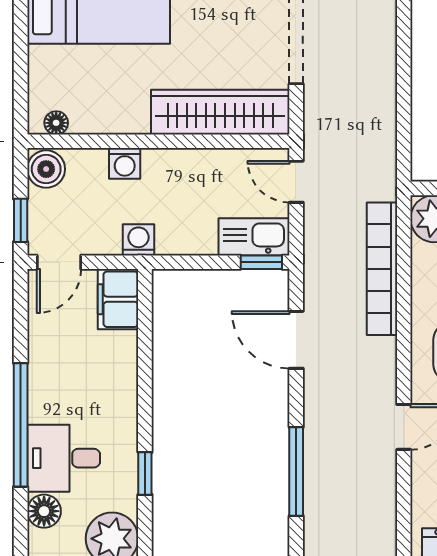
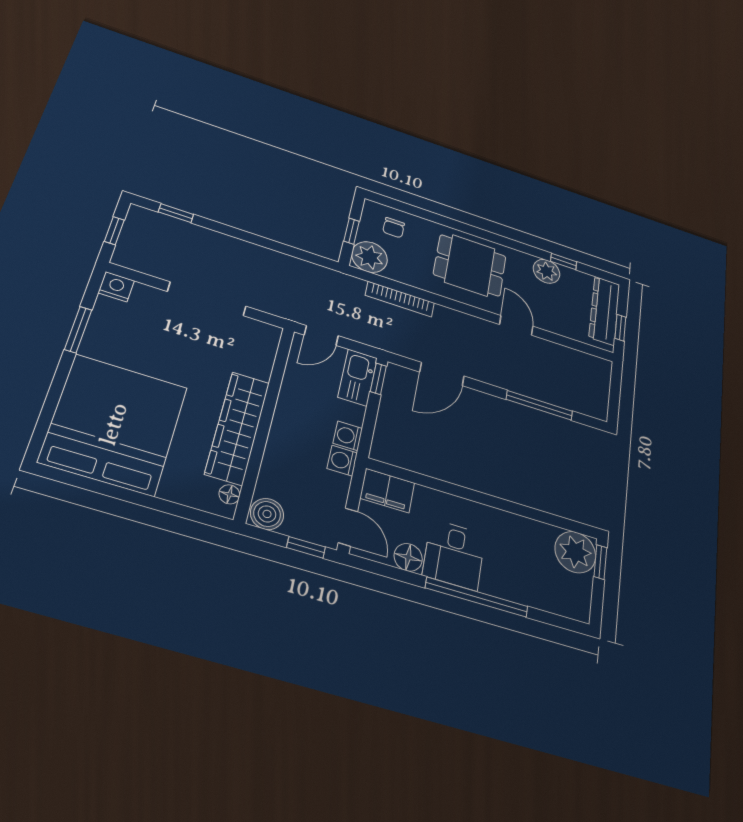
wardrobe: (220, 112) -> (237, 428), moved
washing machine: (125, 163) -> (348, 436), moved, turned 180
bookcase: (382, 269) -> (400, 299), width x0.68, depth x0.76
desk: (64, 458) -> (454, 555), moved
window: (145, 473) -> (528, 512), removed
floor lamp: (44, 511) -> (408, 557), moved

